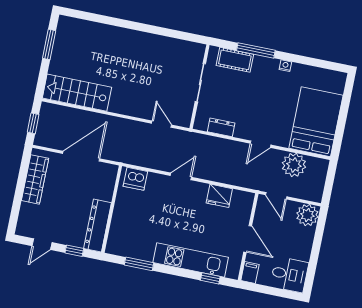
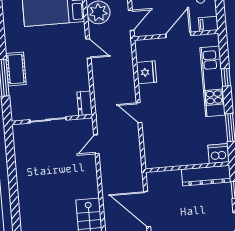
cot: (235, 60) -> (16, 69), moved
nightstand: (285, 66) -> (10, 47), removed
dresser: (221, 127) -> (85, 103), moved
dishwasher: (135, 179) -> (219, 154), moved, turned -90
window: (210, 278) -> (226, 77), moved

